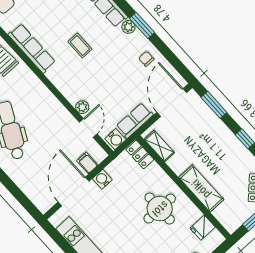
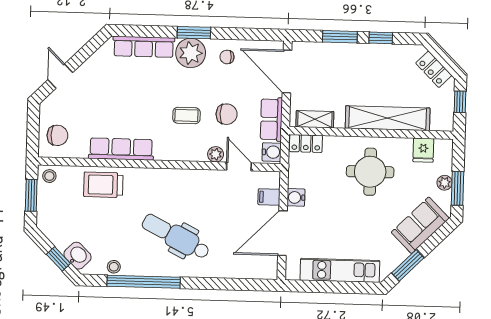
plant: (128, 27) -> (191, 53), width x1.87, depth x1.87
coffee table: (80, 45) -> (186, 115), moved
chair: (112, 91) -> (227, 114), added
window: (214, 105) -> (340, 37), moved
shelving: (201, 189) -> (388, 118), width x1.47
door: (74, 192) -> (282, 233), hinge flipped

